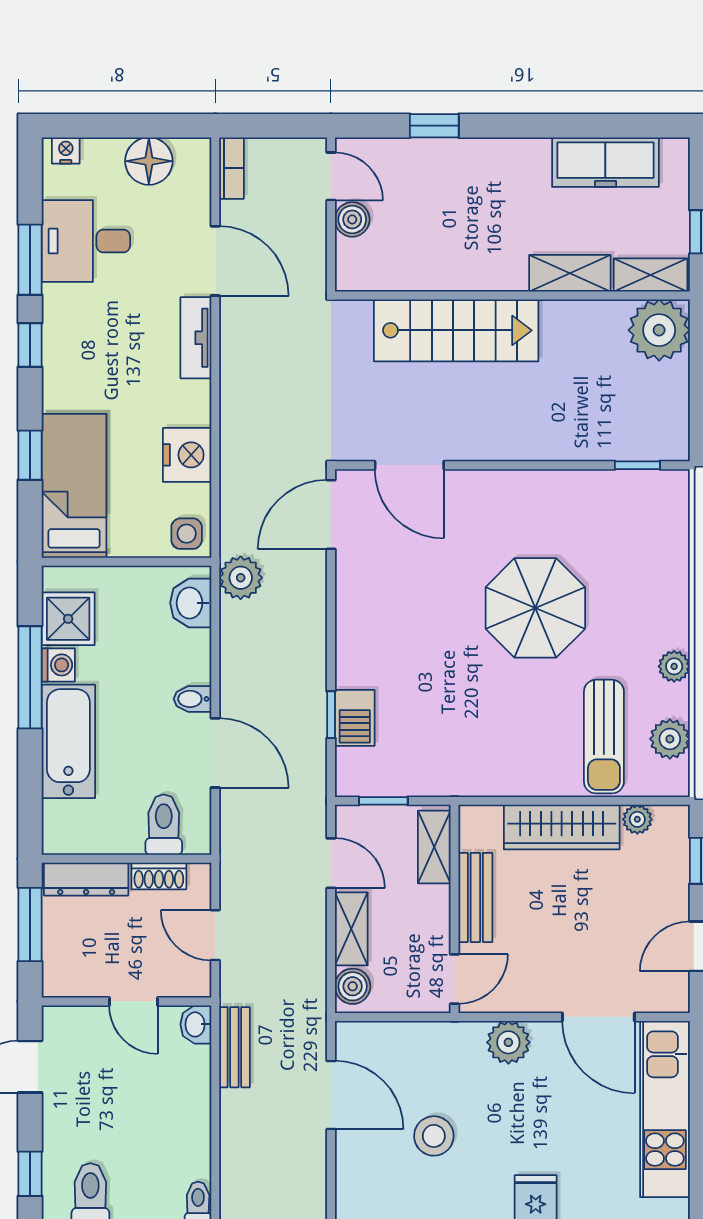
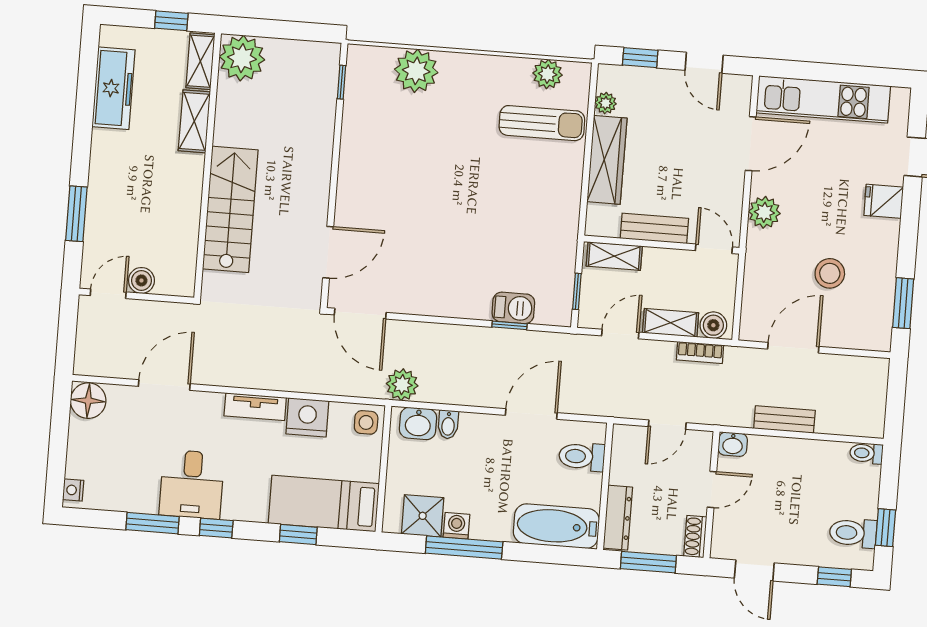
window: (434, 126) -> (76, 214), width x1.50
floor lamp: (149, 161) -> (88, 401), moved
bookcase: (231, 168) -> (700, 352), moved, turned 180
desk: (86, 241) -> (192, 484), moved
tv unit: (196, 338) -> (255, 407), moved
parasol: (535, 608) -> (442, 167), removed
plant: (674, 666) -> (416, 71), moved, width x1.88, depth x1.88
bidet: (193, 699) -> (448, 424), moved
bathtub: (68, 741) -> (556, 526), moved
shoe rack: (159, 876) -> (695, 537), moved, turned 180
bench: (234, 1047) -> (784, 419), moved

